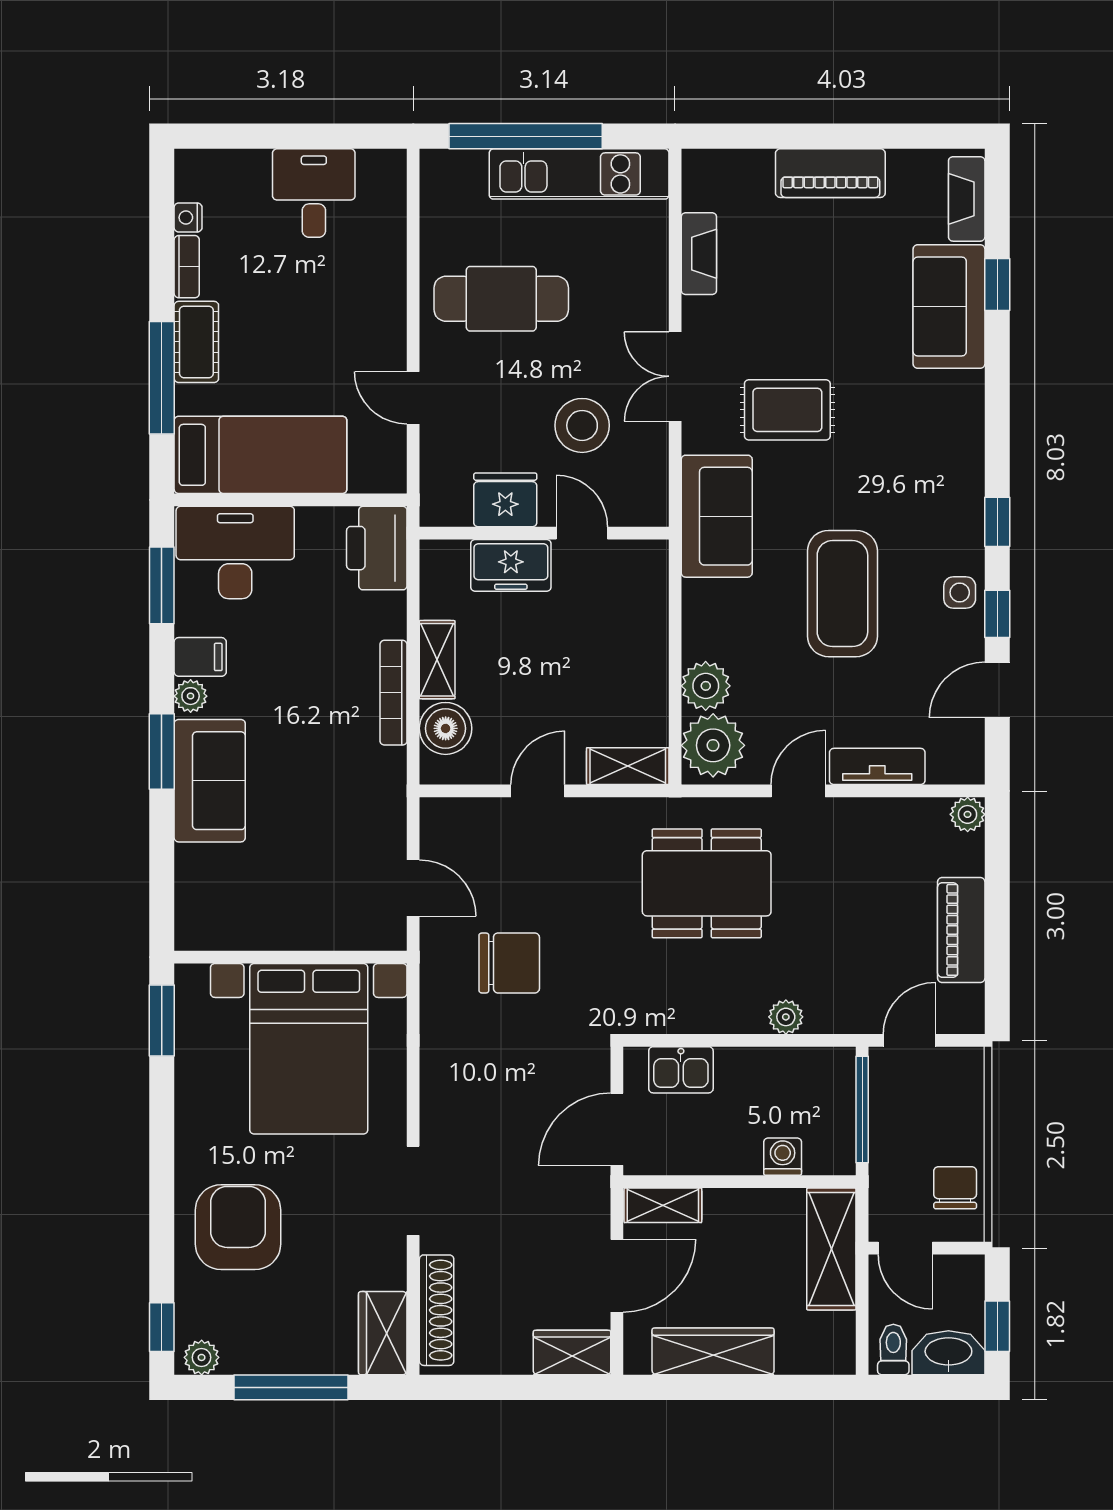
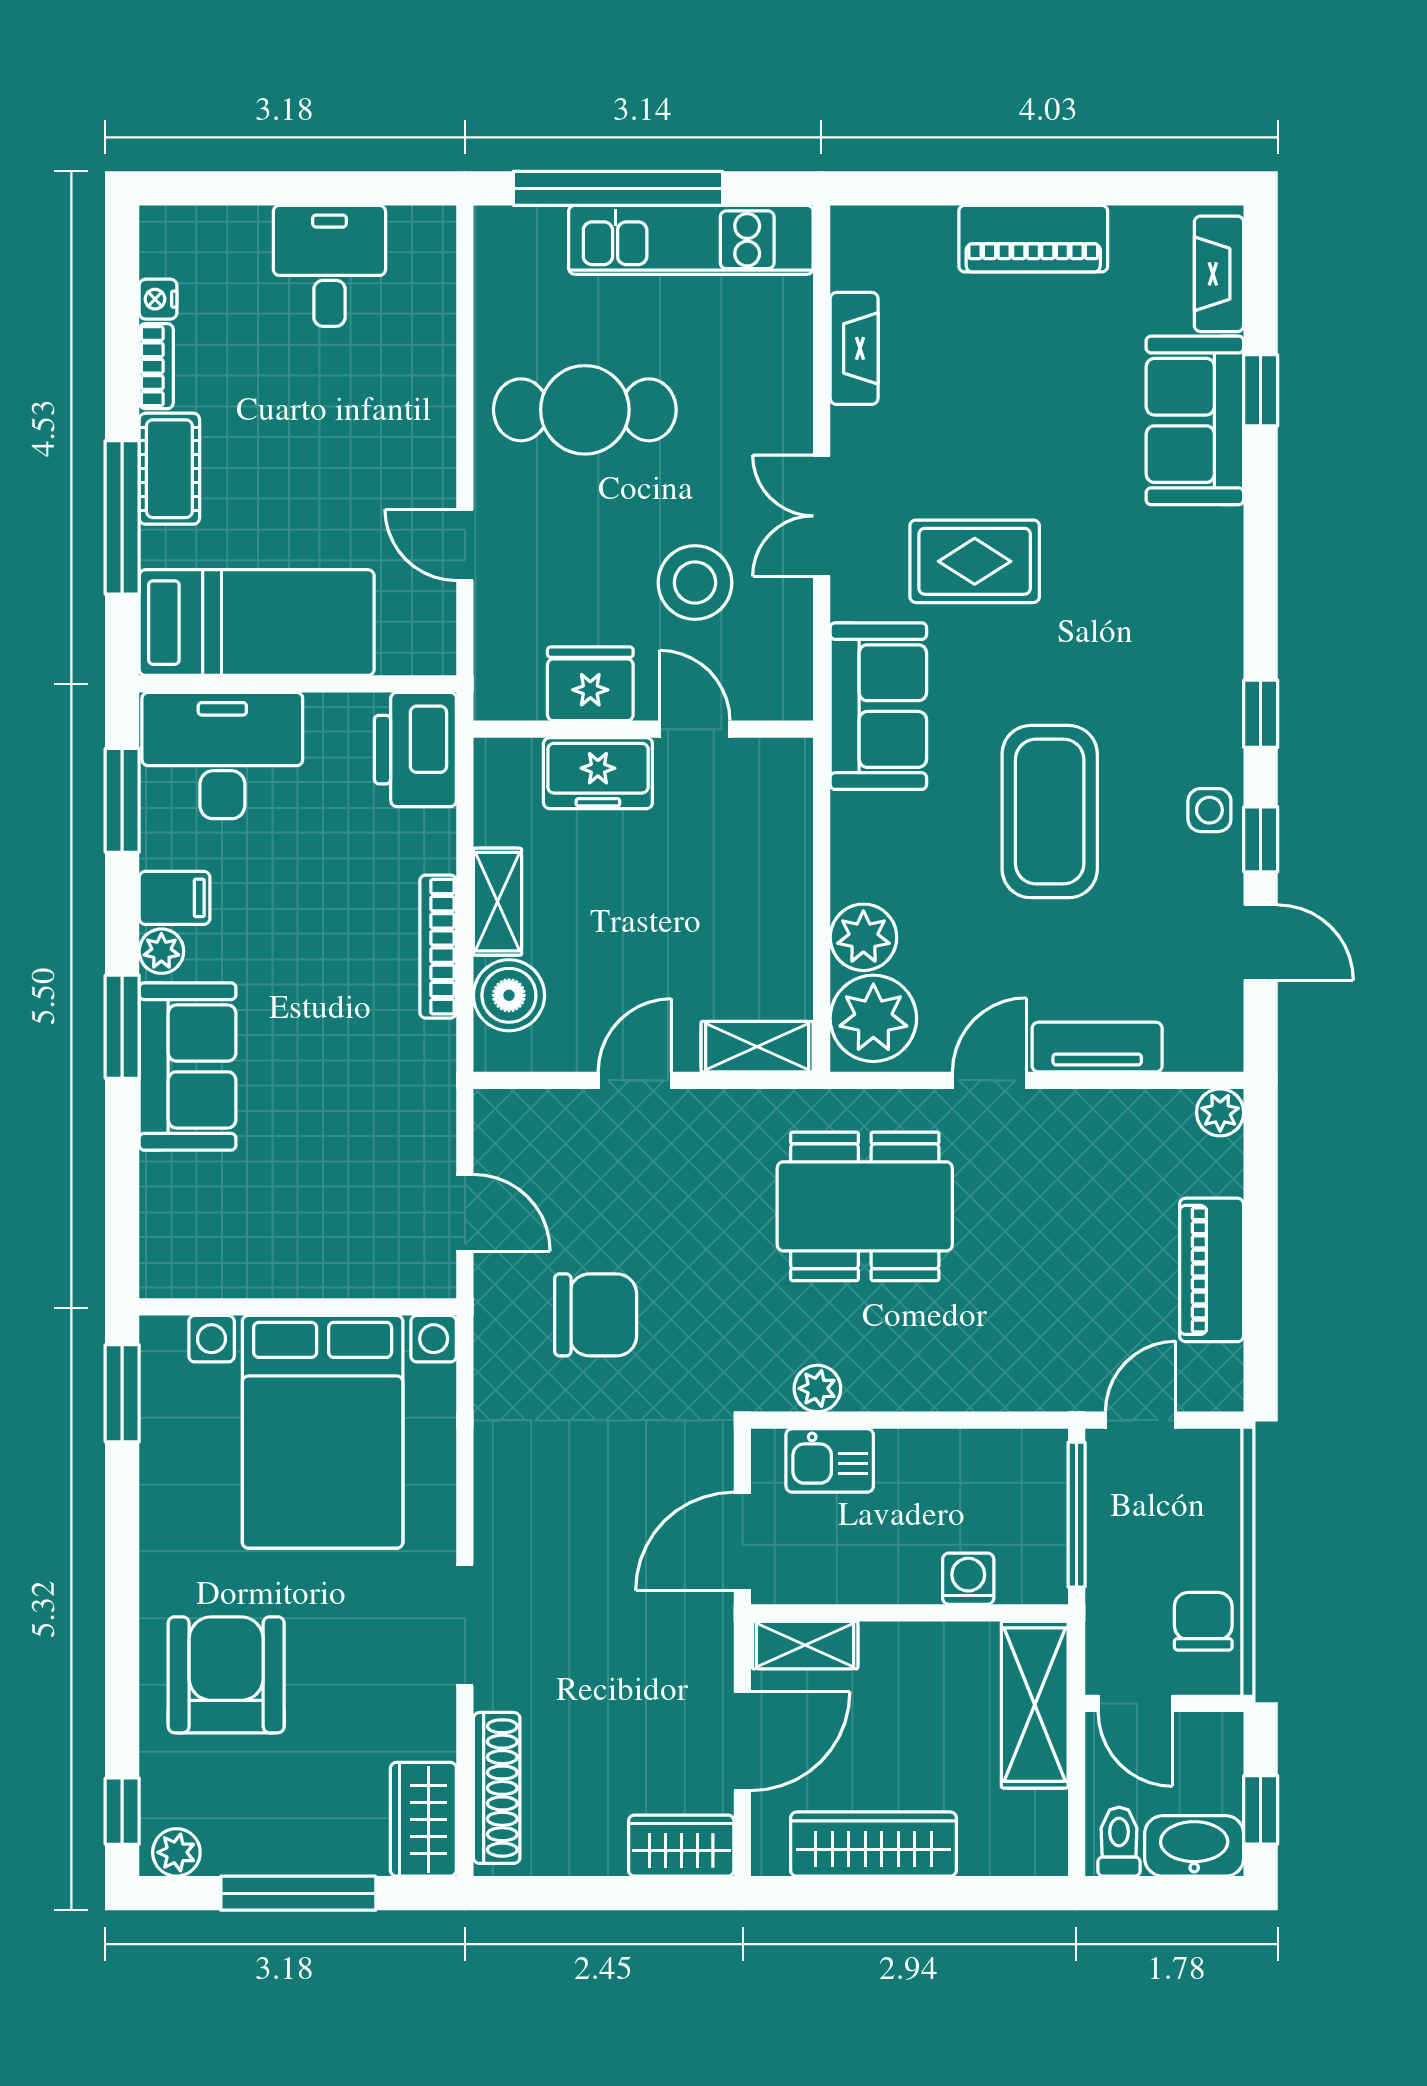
door: (997, 690) -> (1261, 943), swing flipped
plant: (786, 1017) -> (817, 1388), moved

